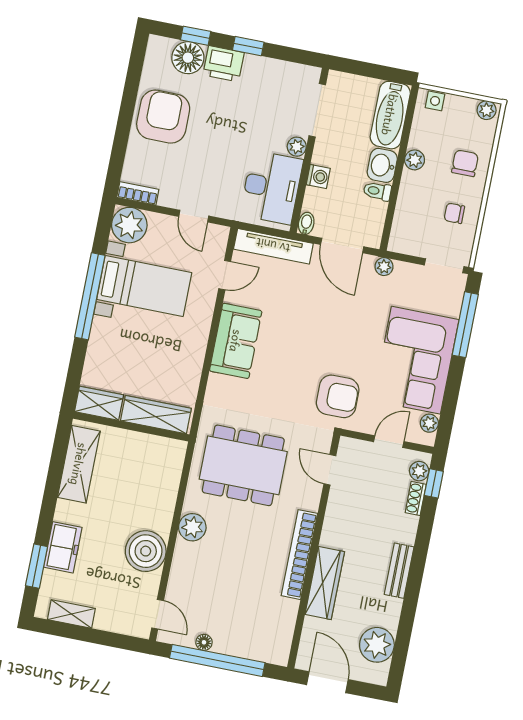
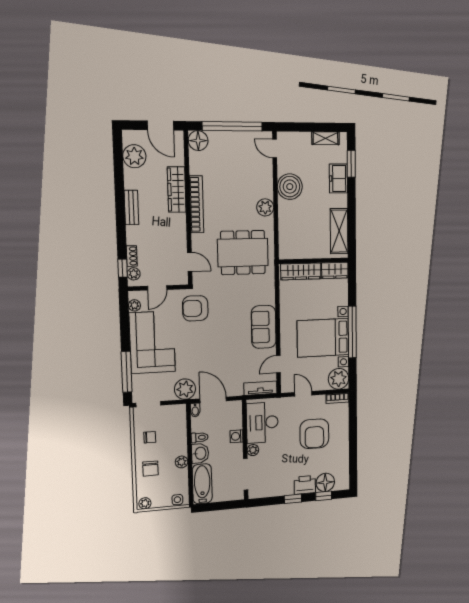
armchair: (163, 117) -> (314, 434), moved
bidet: (306, 223) -> (195, 410), moved
tv unit: (273, 246) -> (260, 388), width x0.71
plant: (384, 267) -> (185, 389), width x1.87, depth x1.87
bed with nightstands: (144, 286) -> (323, 338), width x1.36
floor lamp: (204, 642) -> (198, 141), moved, width x1.89, depth x1.89

